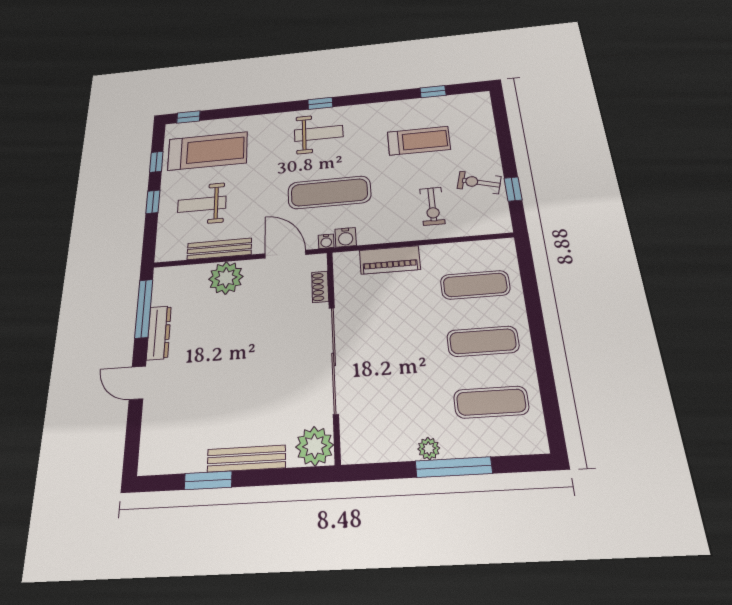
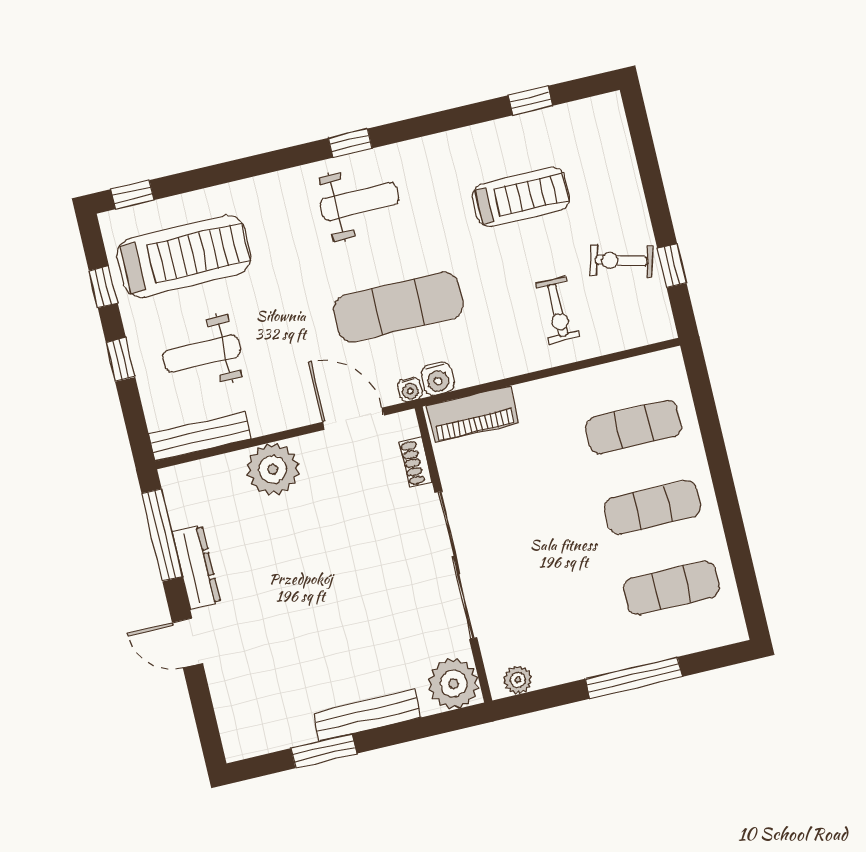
bench: (219, 249) -> (200, 436), moved
piano: (390, 260) -> (473, 414), moved
plant: (429, 449) -> (518, 680), moved

